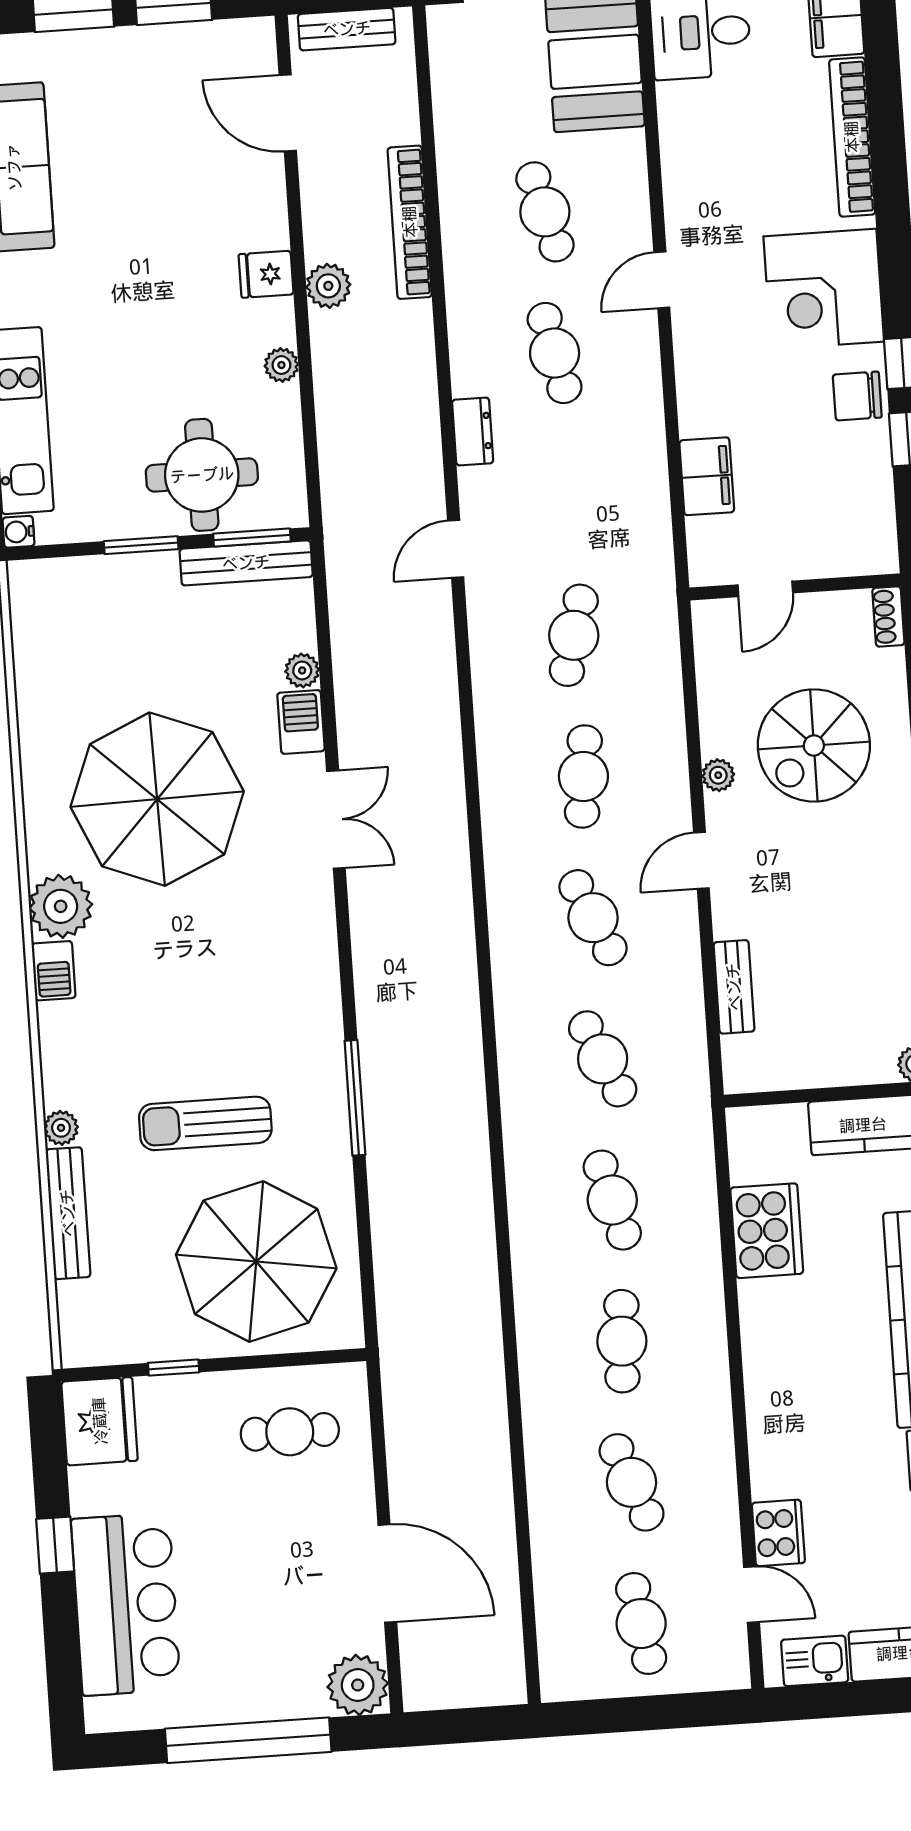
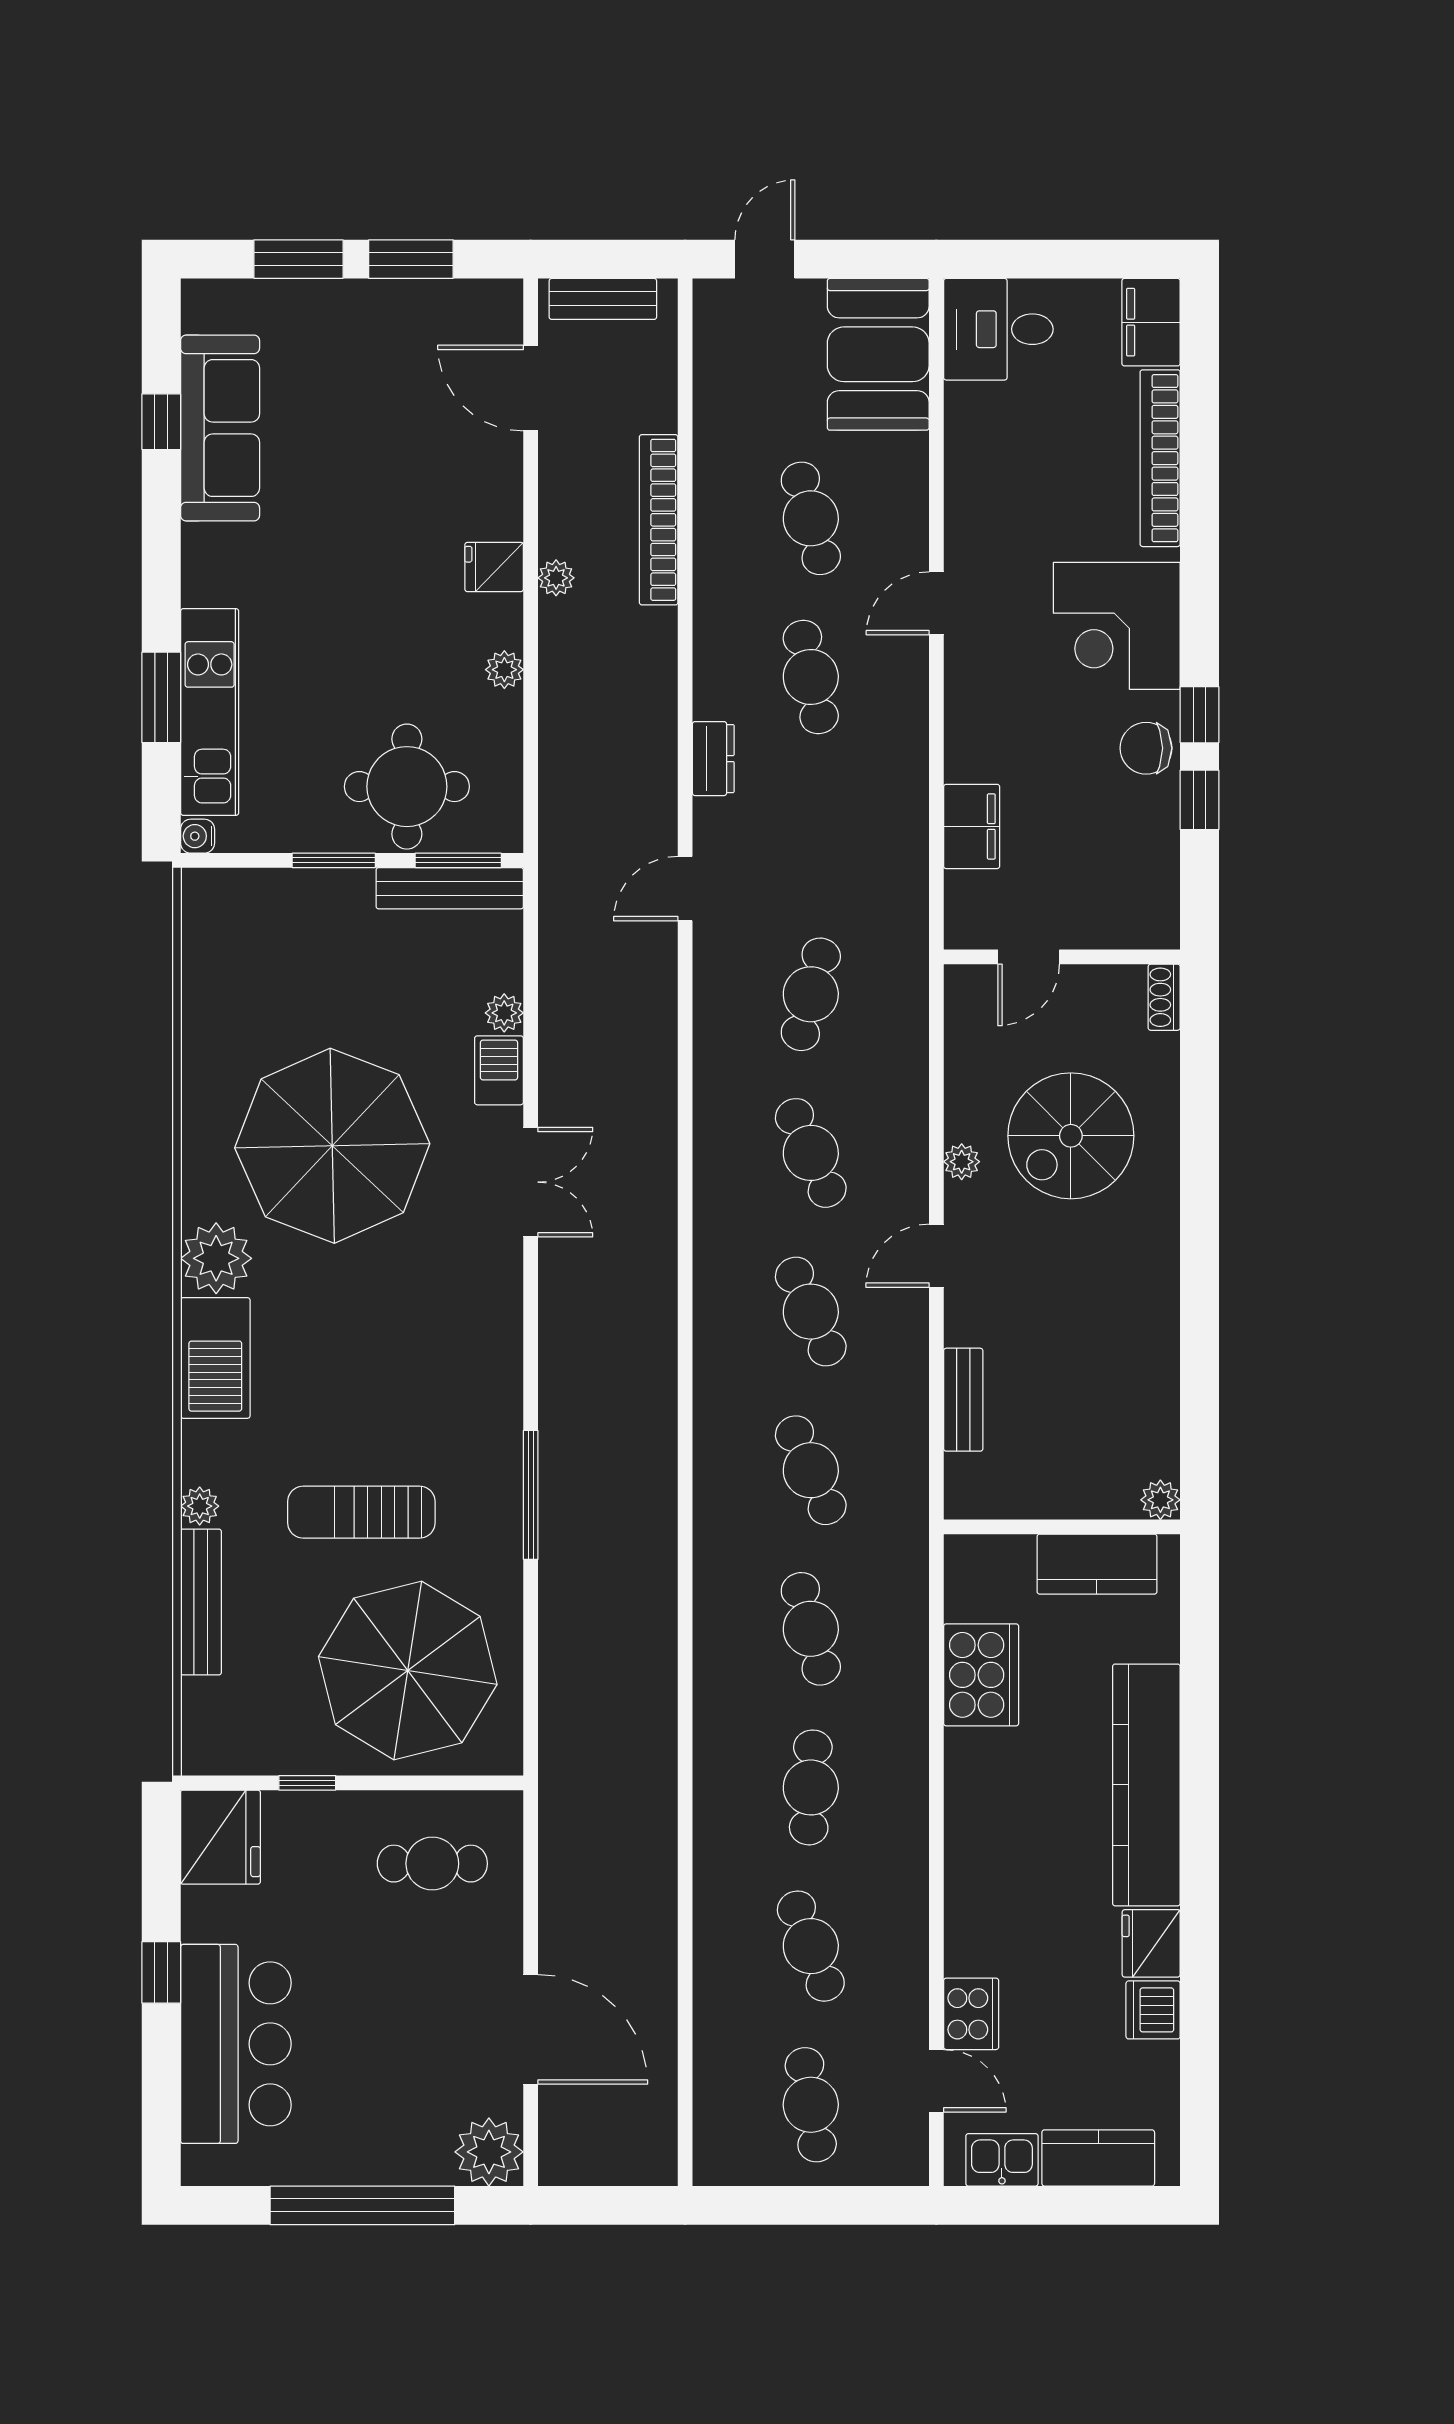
plant: (328, 286) -> (556, 578), width x0.73, depth x0.73
cafe table: (583, 776) -> (811, 1153), turned -30
barbecue: (54, 971) -> (215, 1358), width x1.88, depth x1.53

